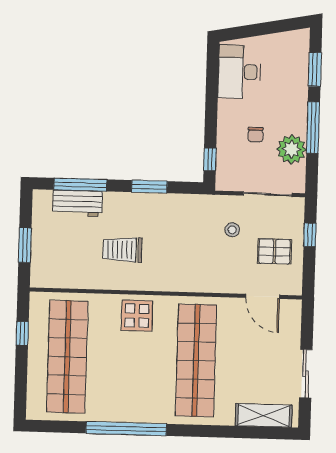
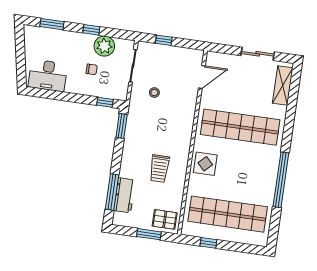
window: (313, 128) -> (91, 30), width x0.46
window: (149, 187) -> (122, 126), moved
pallet: (274, 251) -> (165, 219), moved, turned 90

